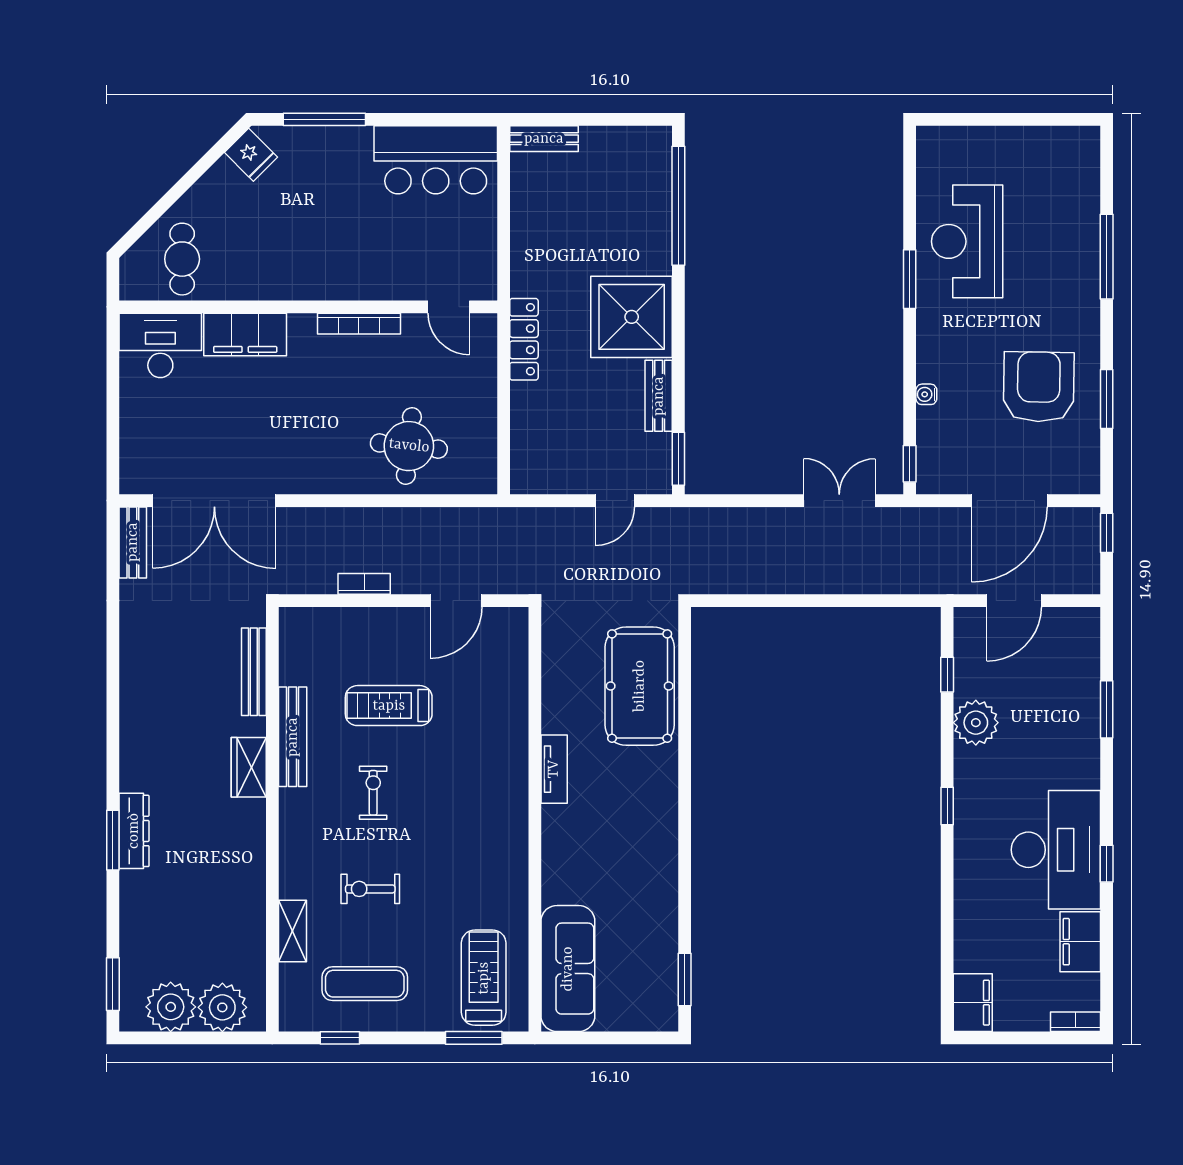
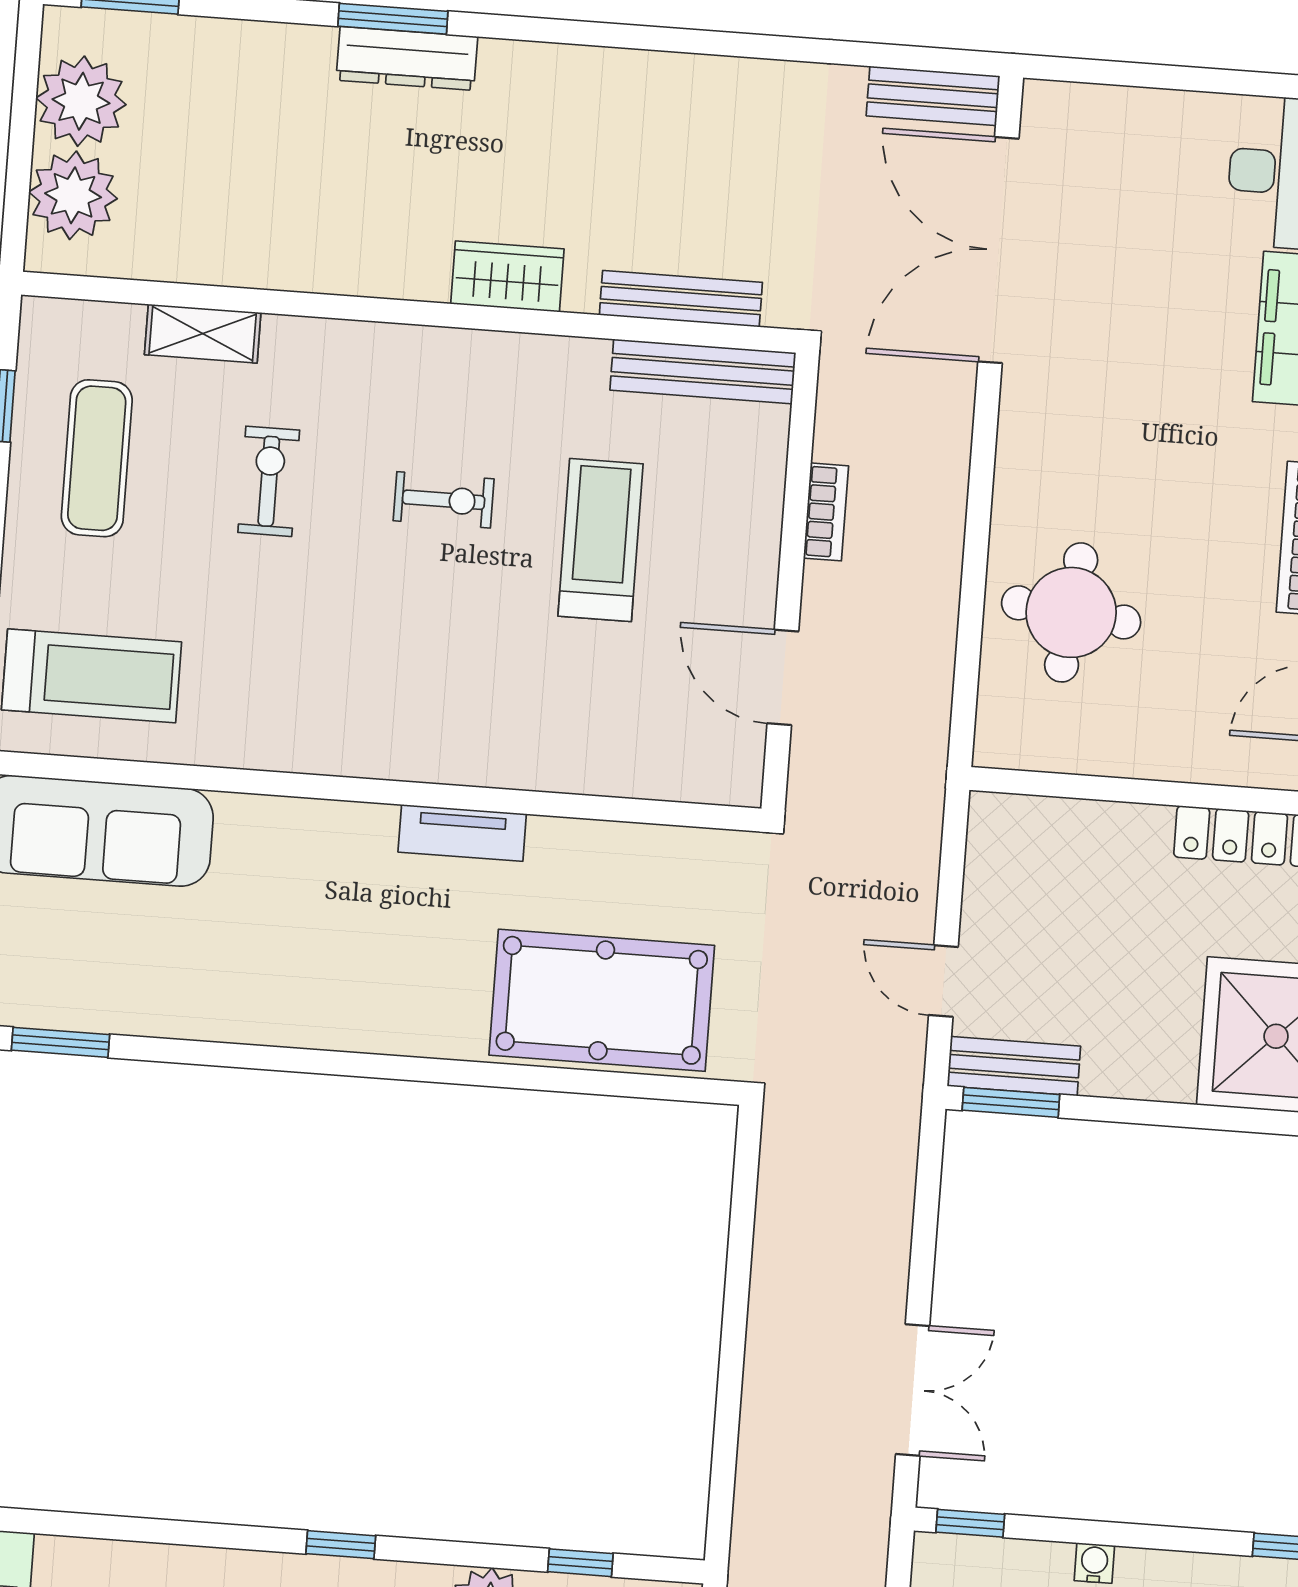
bench: (659, 396) -> (1014, 1066), moved
bench: (293, 737) -> (703, 371), moved

